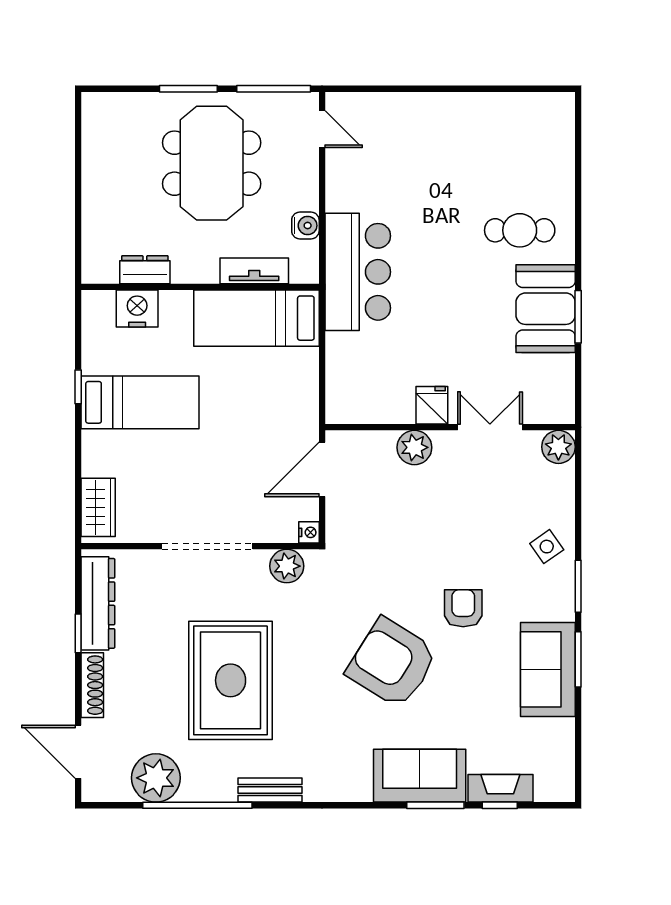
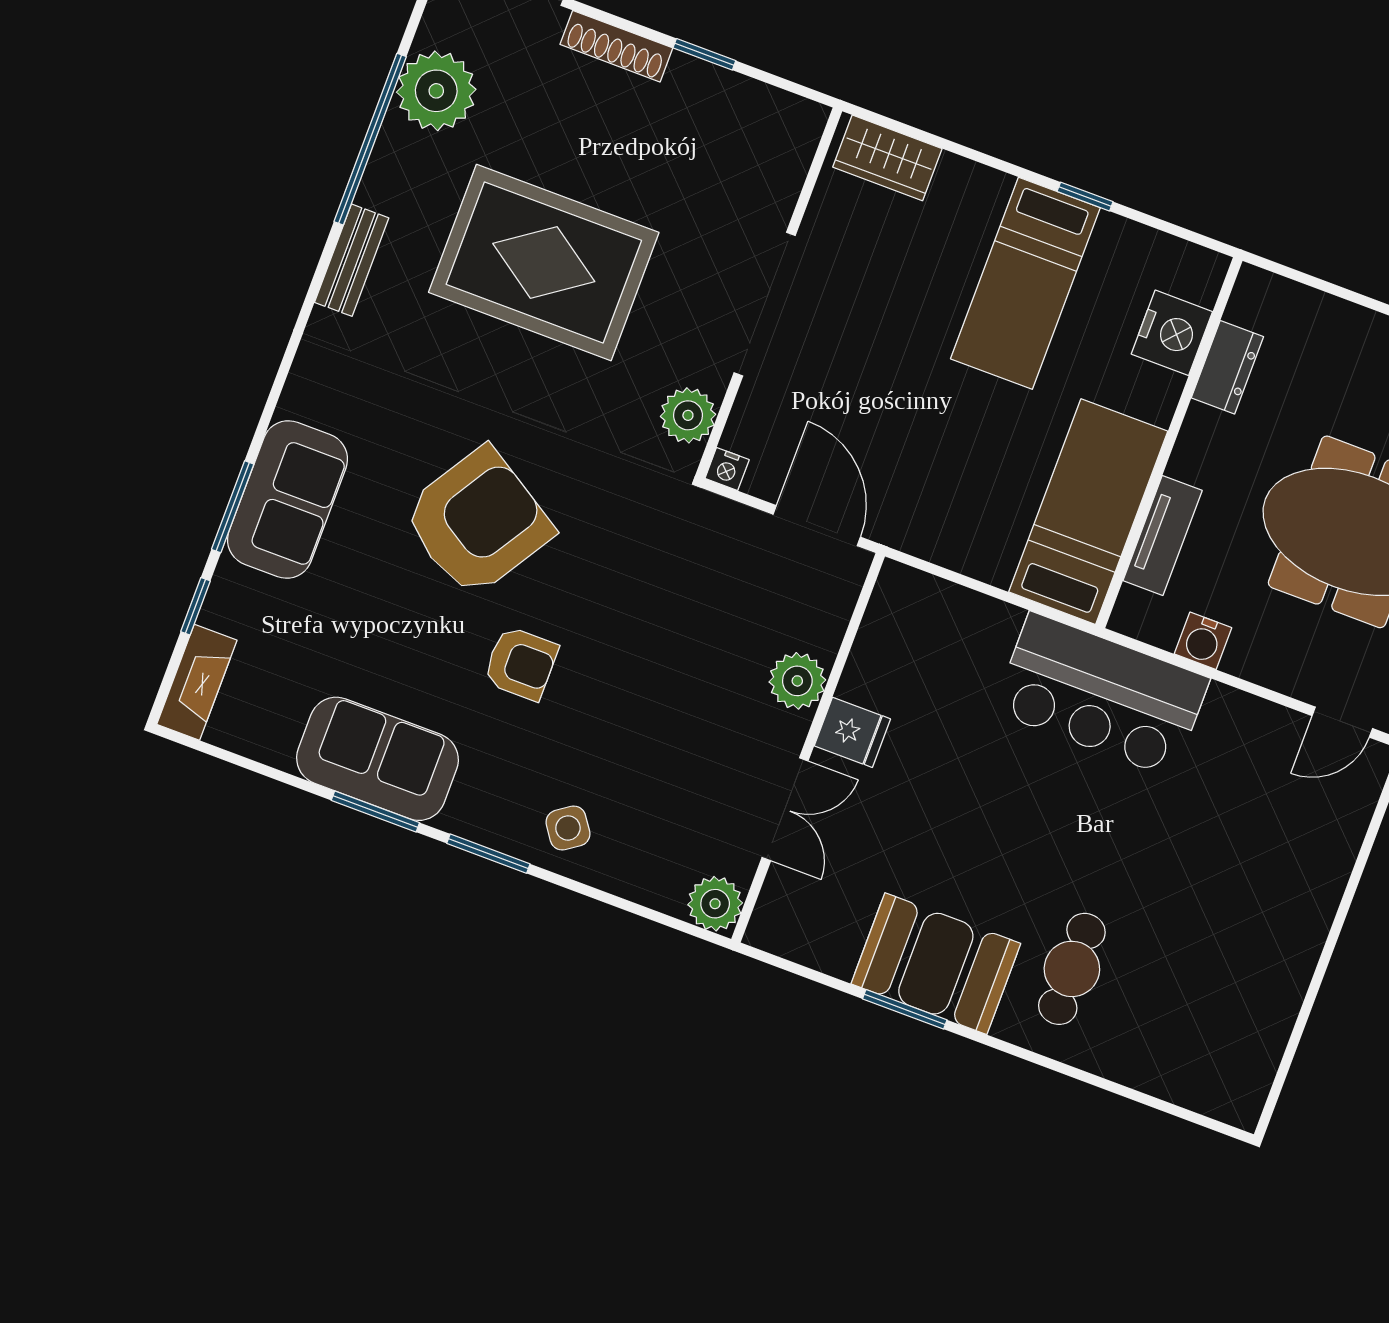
dresser: (98, 603) -> (739, 102), removed
fireplace: (500, 788) -> (197, 682), moved

